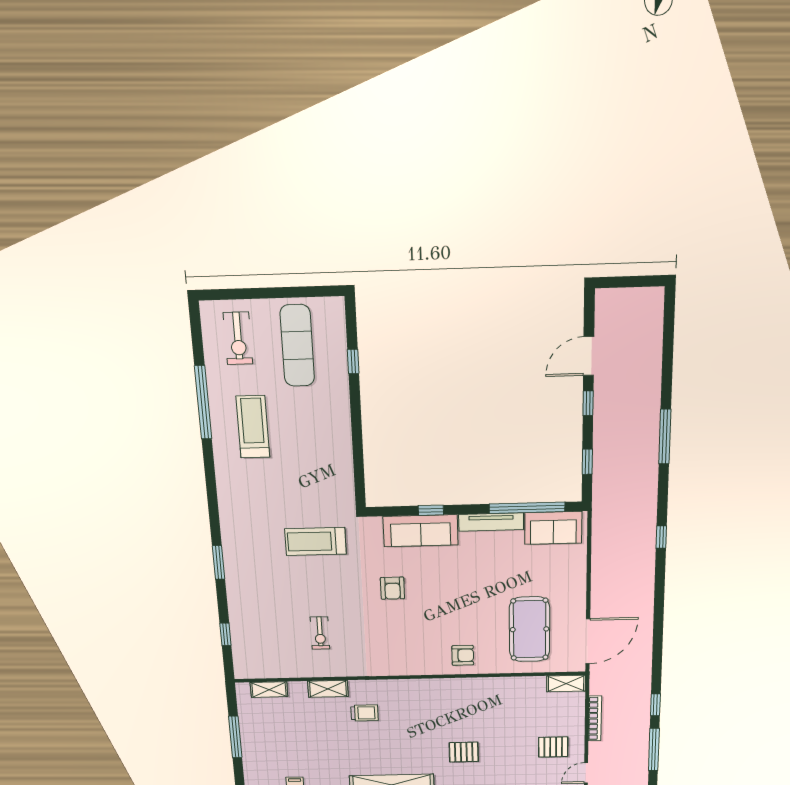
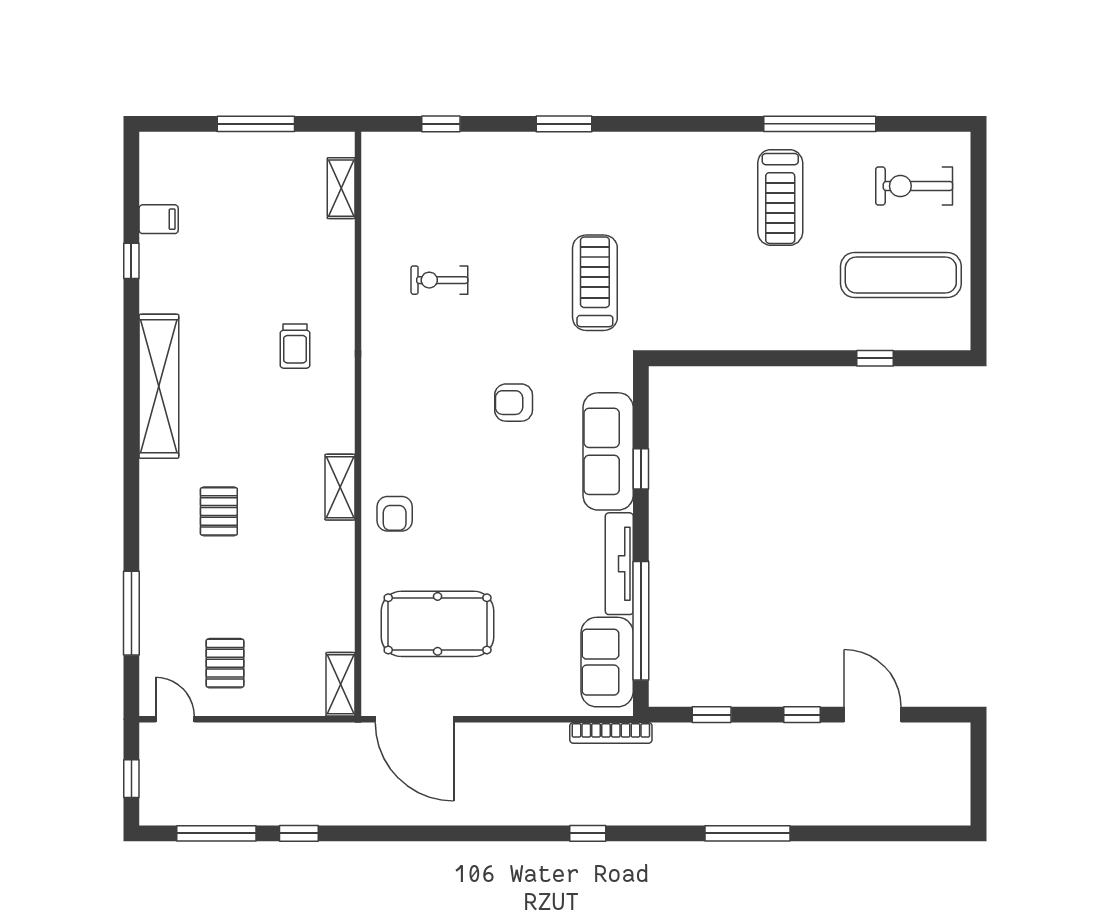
treadmill: (253, 427) -> (780, 197), turned 90
shelving: (328, 689) -> (340, 487), moved
bookcase: (595, 718) -> (611, 733), moved

